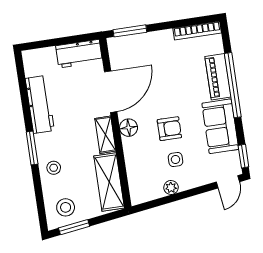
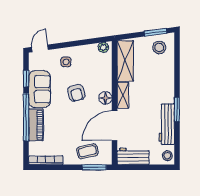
coffee table: (142, 51) -> (87, 151), added
armchair: (169, 129) -> (76, 93), turned -104
window: (32, 148) -> (177, 109), moved
window: (243, 156) -> (26, 79), moved
side table: (175, 159) -> (66, 62), moved
stool: (54, 168) -> (167, 156), moved
plant: (171, 187) -> (103, 47), moved

